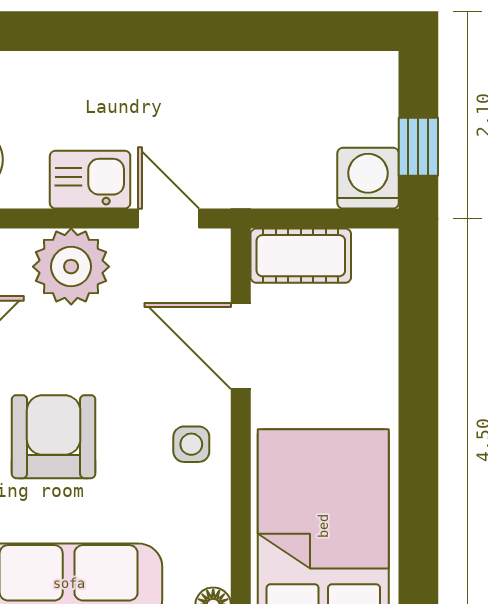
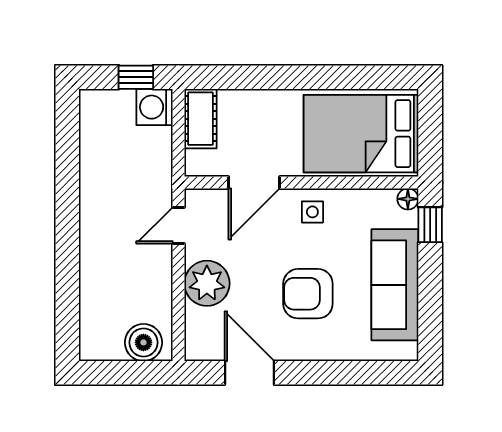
kitchen sink: (90, 180) -> (155, 272), removed
cot: (301, 256) -> (201, 119), moved

